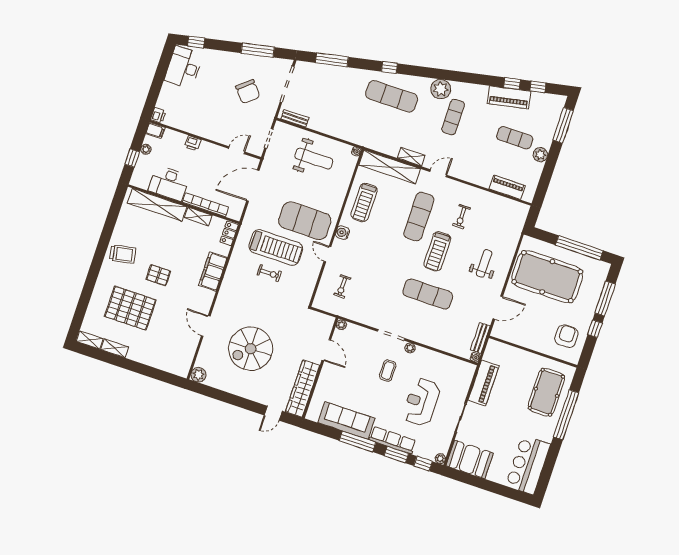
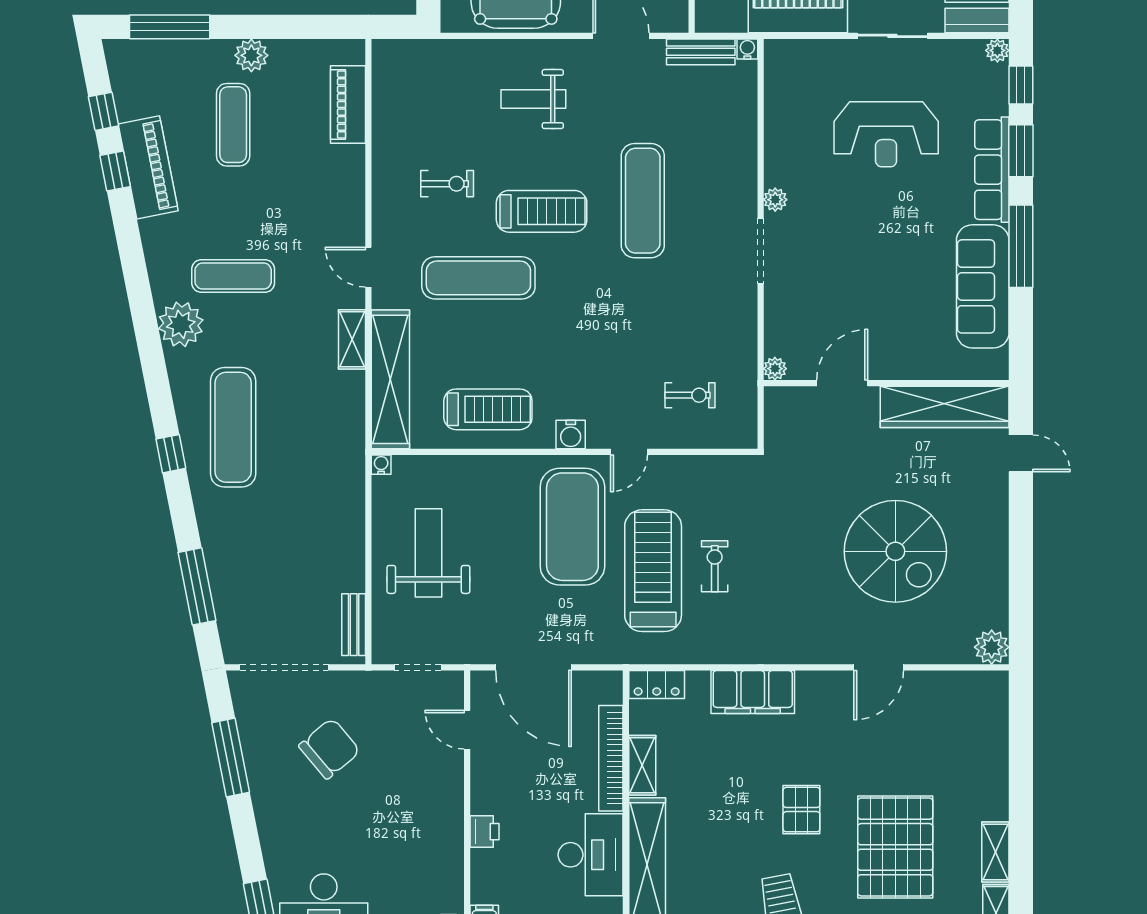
coffee table: (388, 371) -> (842, 232), removed

